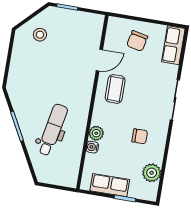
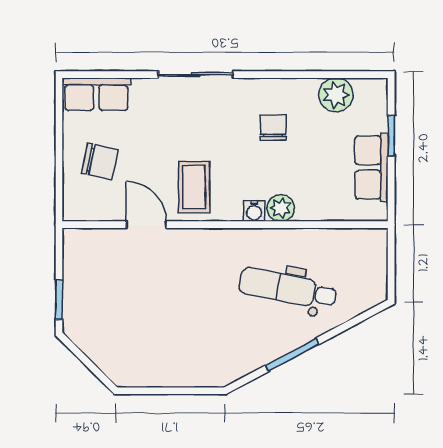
stool: (40, 35) -> (118, 341), removed
coffee table: (115, 89) -> (194, 187), turned 90
water cooler: (92, 147) -> (254, 211), moved

